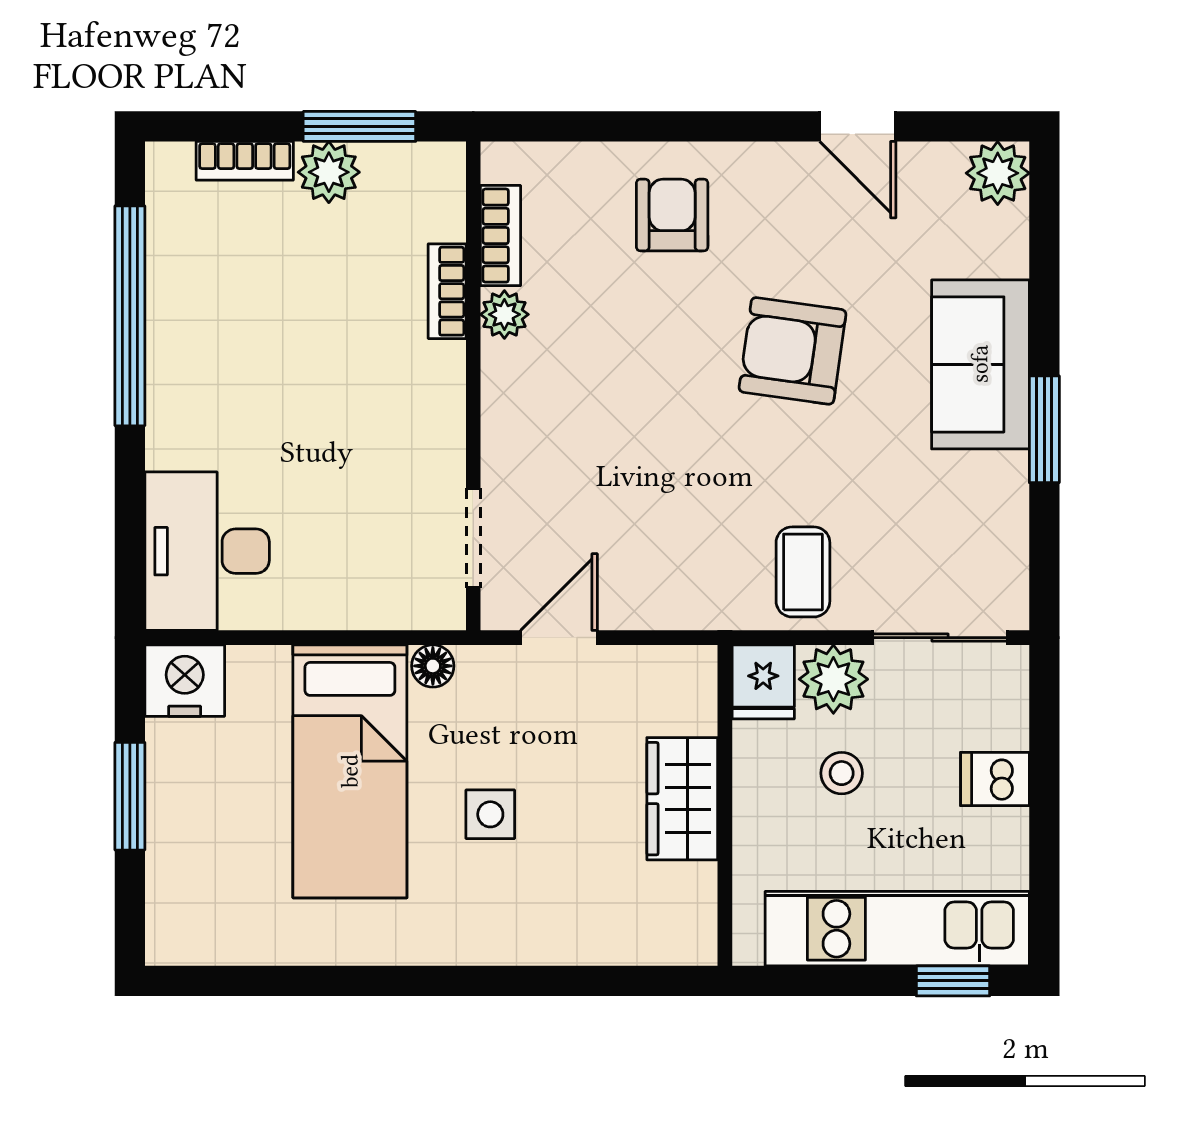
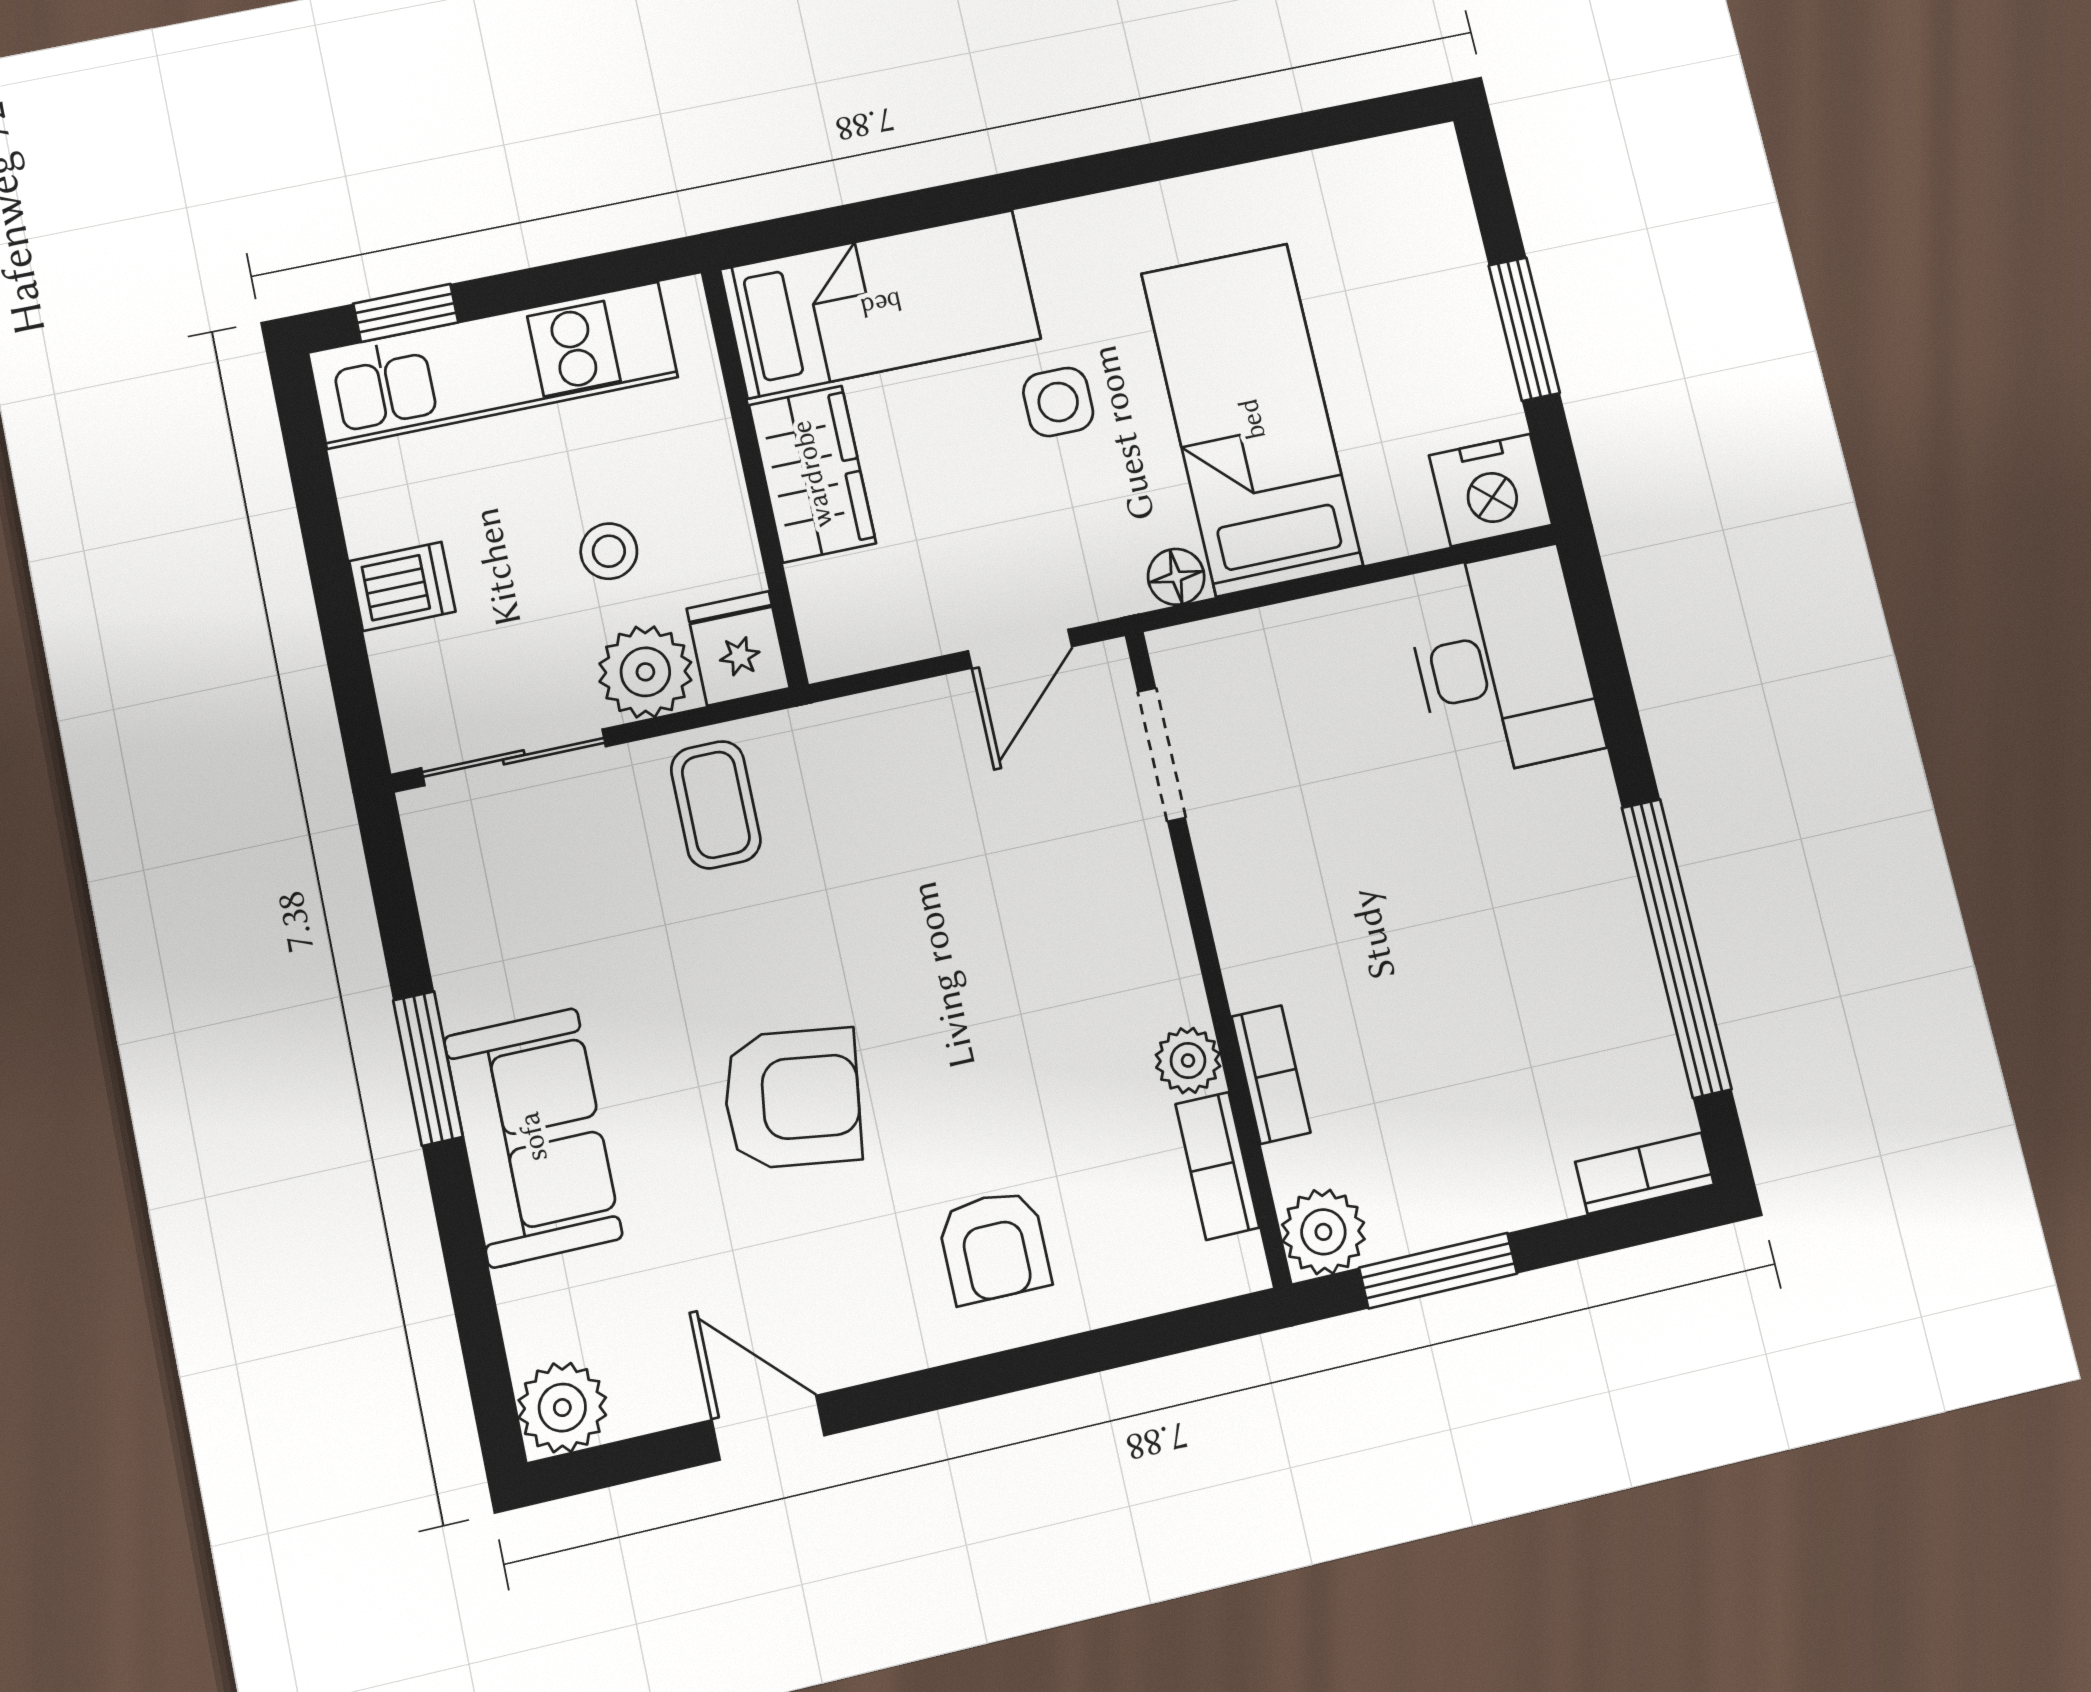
bookcase: (245, 161) -> (1645, 1173), moved
plant: (329, 172) -> (1323, 1232), moved
bed: (605, 915) -> (881, 304), added

